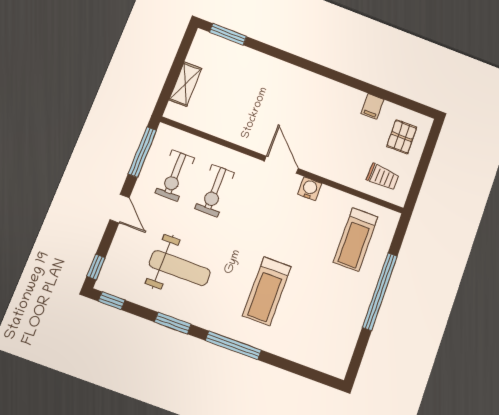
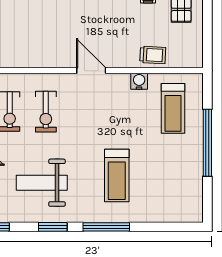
trolley: (383, 177) -> (153, 55), moved
water cooler: (310, 189) -> (139, 81), moved
weight bench: (180, 268) -> (42, 183), turned 180

